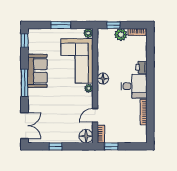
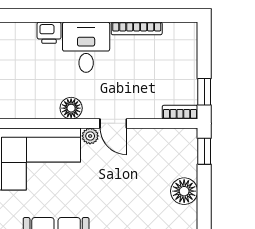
door: (95, 115) -> (113, 123), moved
floor lamp: (86, 136) -> (184, 191), moved
window: (56, 146) -> (204, 151), moved

